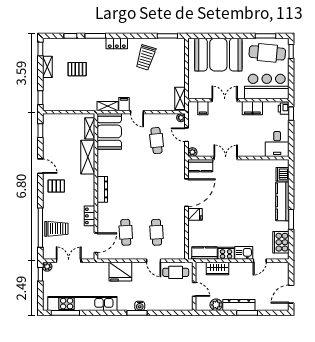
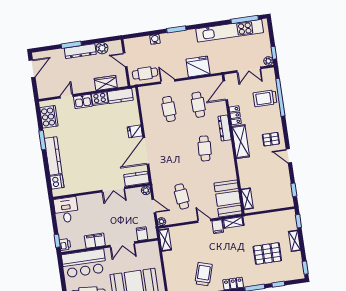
shelving: (47, 67) -> (294, 241), moved
pallet: (77, 69) -> (267, 254), width x1.50, depth x1.42
shelving: (88, 157) -> (241, 142), moved
cafe table: (126, 186) -> (205, 148), added
dresser: (102, 189) -> (225, 128), moved
water cooler: (140, 306) -> (155, 39), moved

